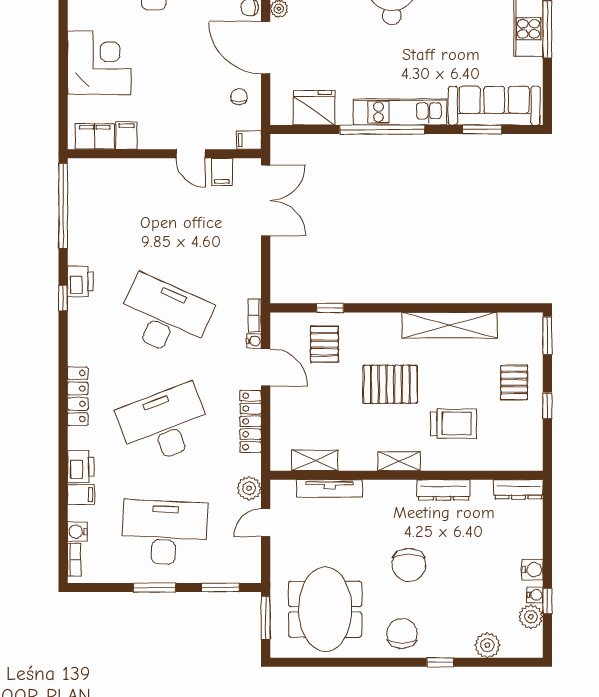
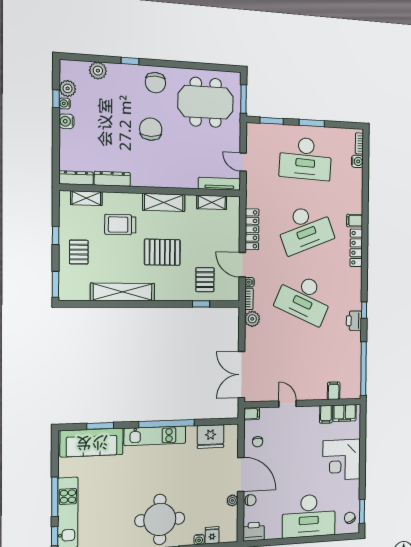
filing cabinet: (222, 172) -> (334, 391), moved
shelving: (399, 461) -> (164, 202), width x1.50, depth x1.33
shelving: (503, 461) -> (86, 198), added
printer: (81, 467) -> (355, 203), removed
plant: (249, 488) -> (252, 319), moved
tv unit: (330, 488) -> (219, 184), moved
dresser: (443, 490) -> (112, 179), moved
filing cabinet: (81, 495) -> (355, 221), moved
door: (266, 523) -> (243, 162), swing flipped
meeting table: (325, 609) -> (206, 102), turned 90

